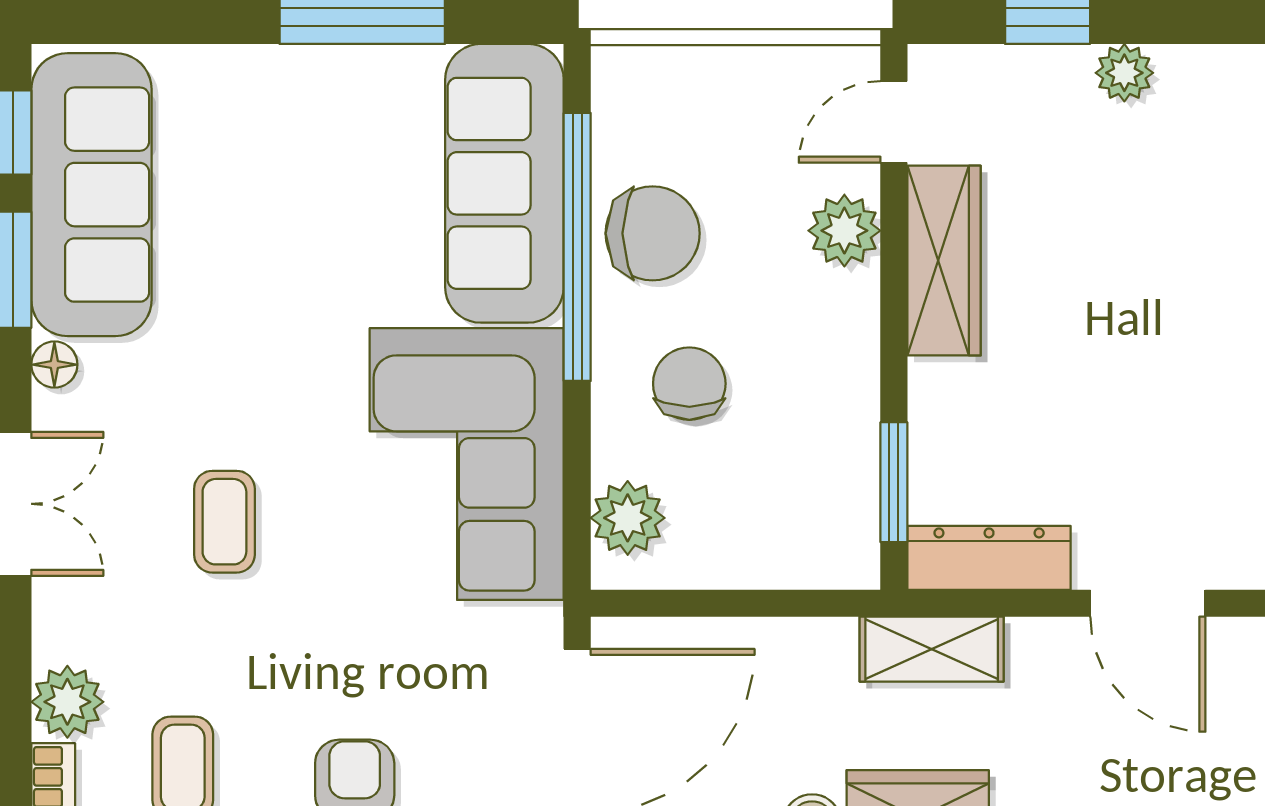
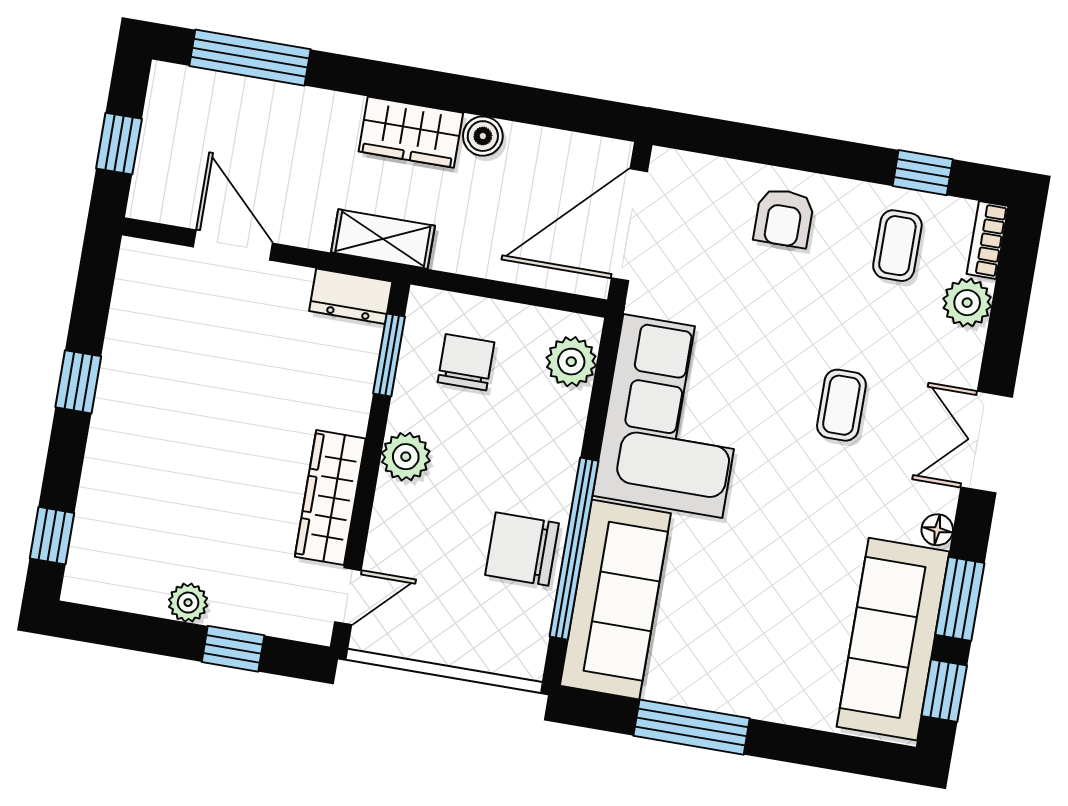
plant: (844, 231) -> (406, 457), moved
chair: (689, 384) -> (466, 362), moved, turned 180
dresser: (989, 558) -> (351, 296), width x0.70

